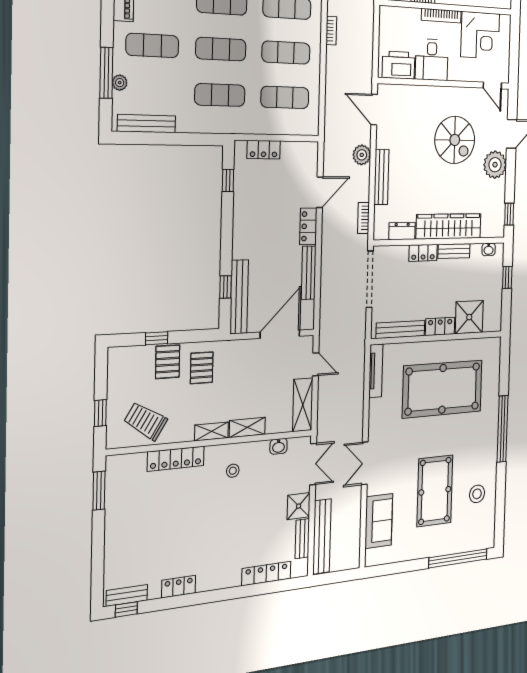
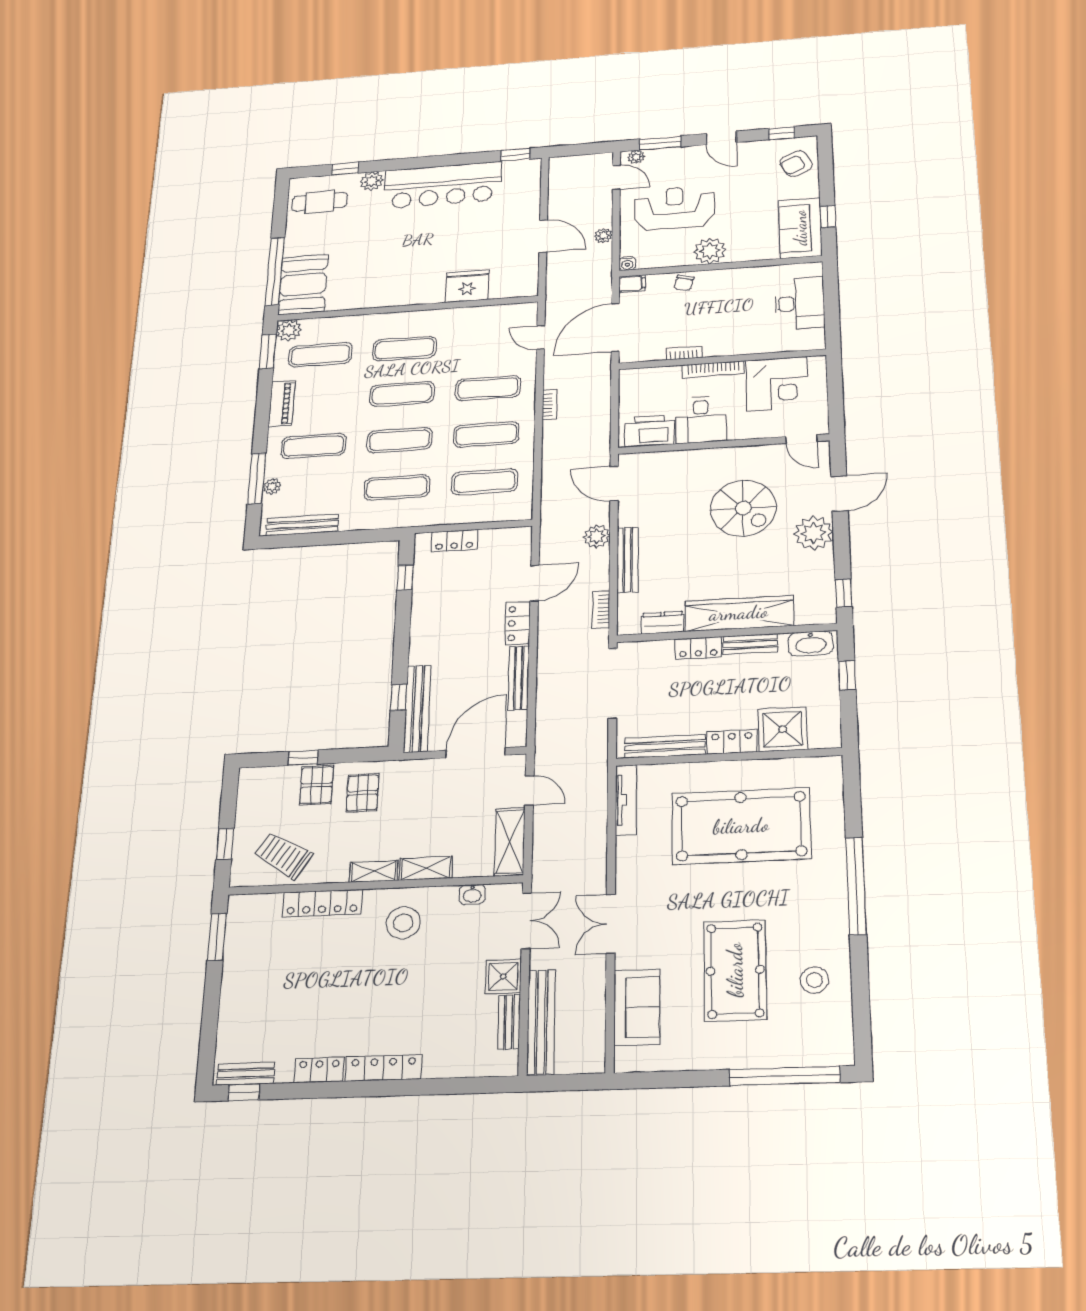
washbasin: (489, 249) -> (811, 644), width x1.91, depth x1.45
stool: (233, 471) -> (403, 923), width x1.89, depth x1.89
locker: (266, 574) -> (383, 1068), moved

